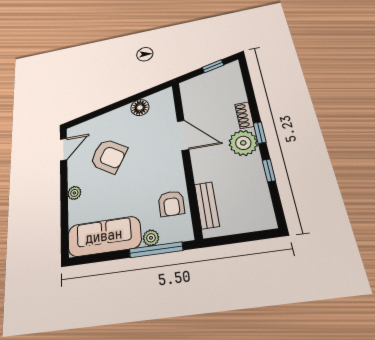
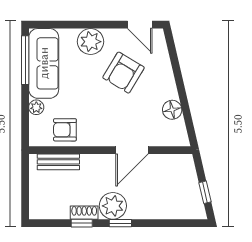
shoe rack: (244, 115) -> (84, 213), moved
plant: (74, 193) -> (91, 42), width x1.88, depth x1.88
window: (156, 250) -> (25, 60), moved

